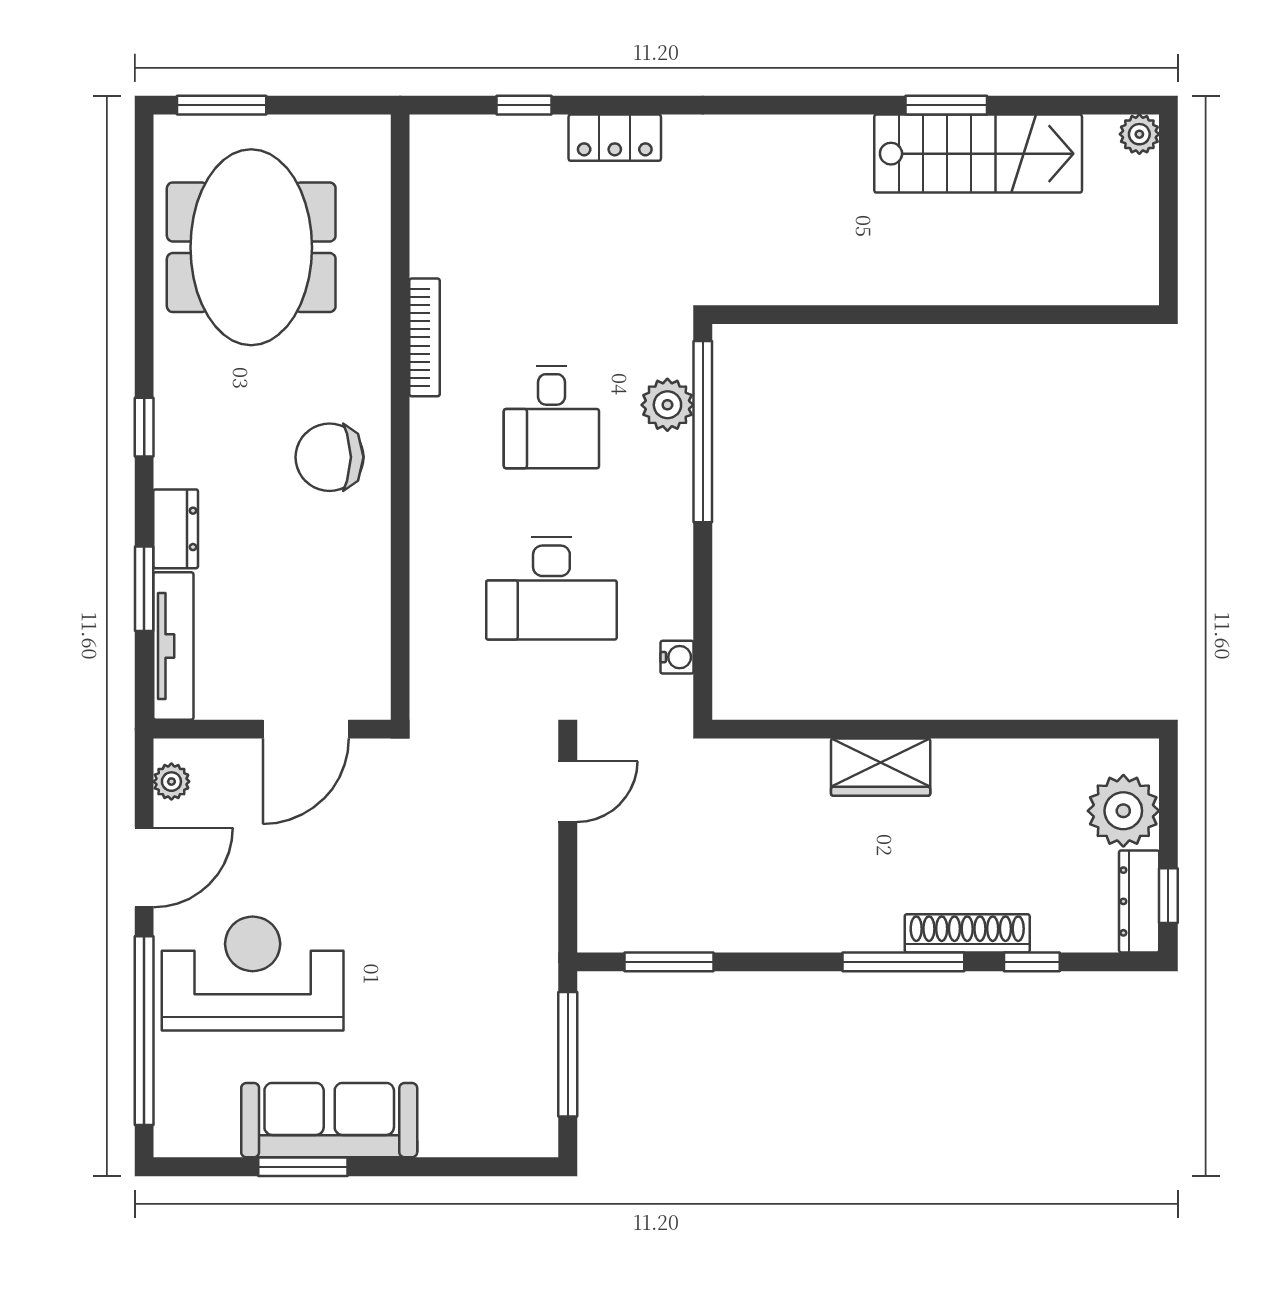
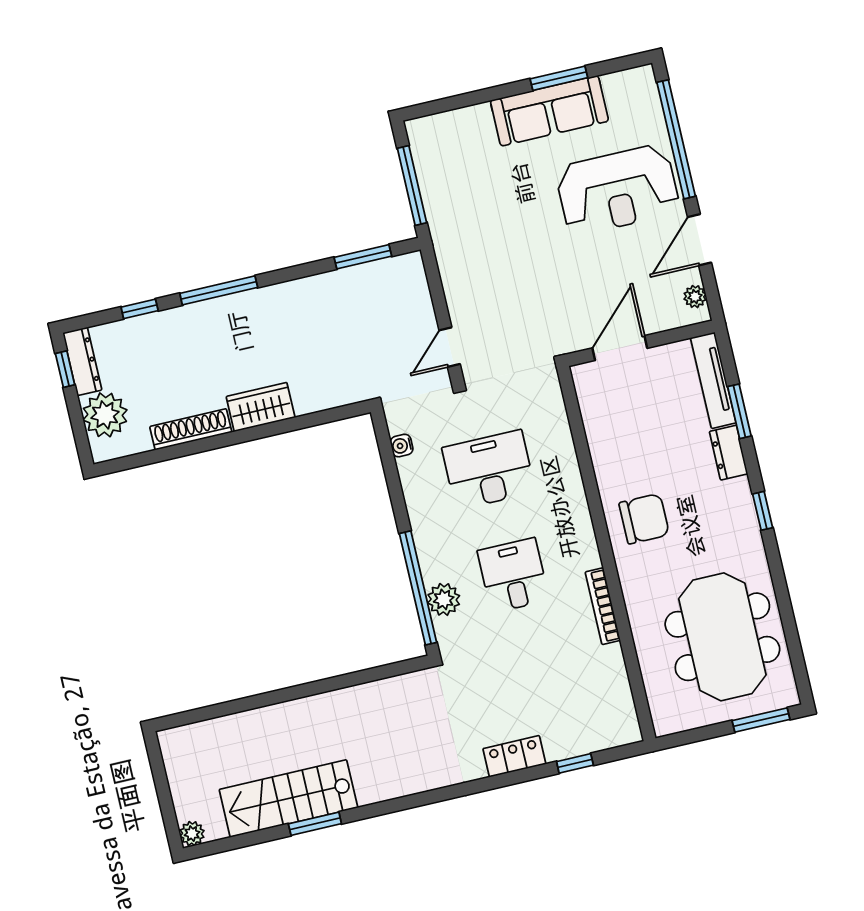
shoe rack: (967, 933) -> (191, 429), moved, turned 180

